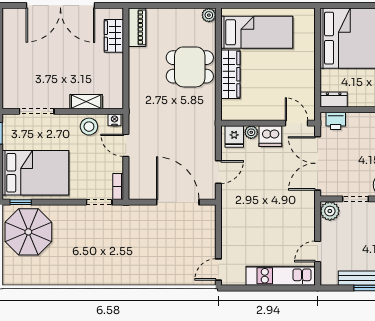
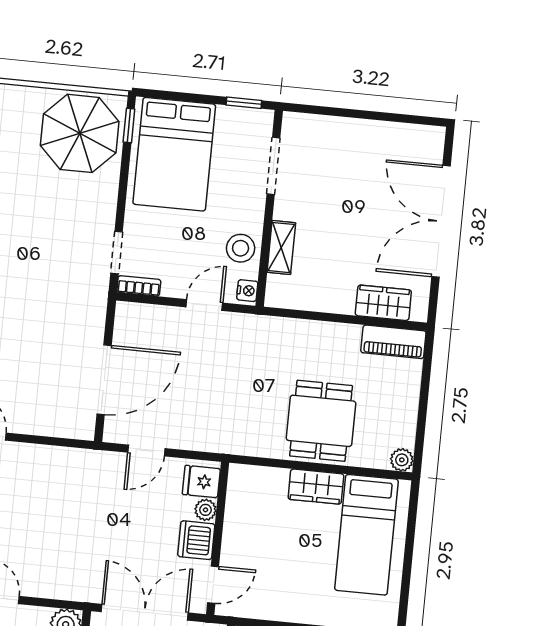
wardrobe: (230, 74) -> (316, 487), width x0.67
door: (218, 172) -> (146, 450), hinge flipped

